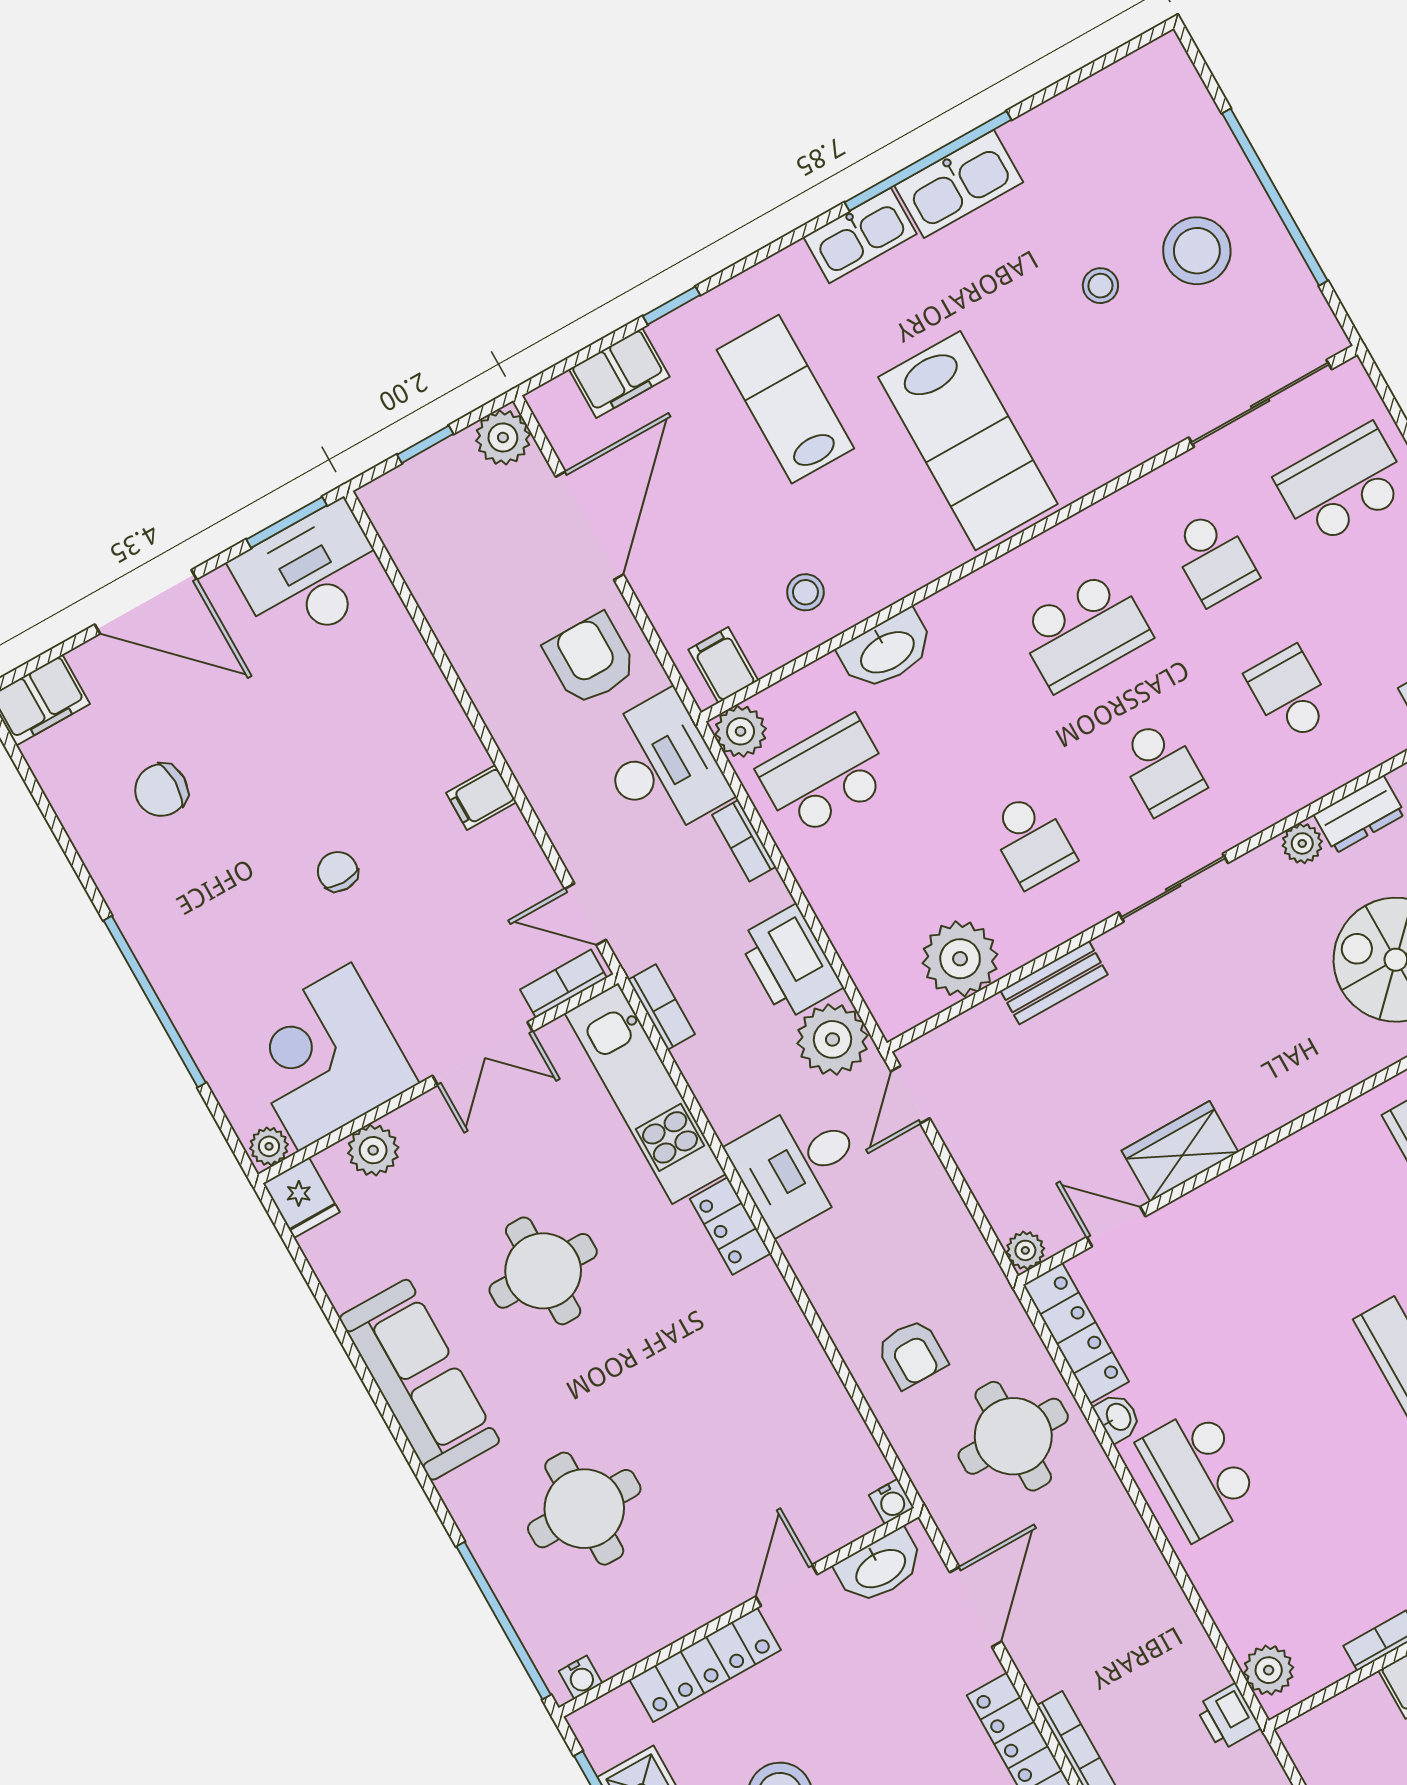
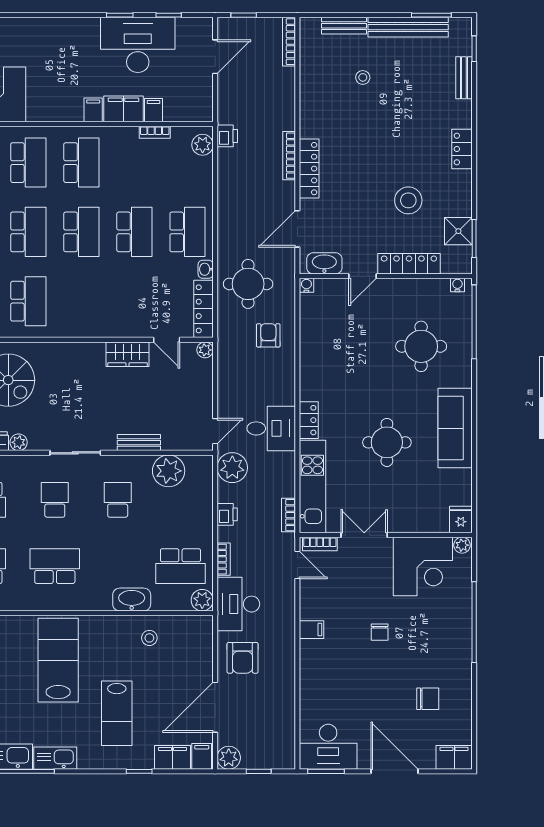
filing cabinet: (723, 665) -> (202, 756), moved, turned 180
printer: (790, 962) -> (227, 514), width x0.53, depth x0.68
plant: (373, 1150) -> (424, 522), removed
school desk: (1308, 1412) -> (134, 232), added

